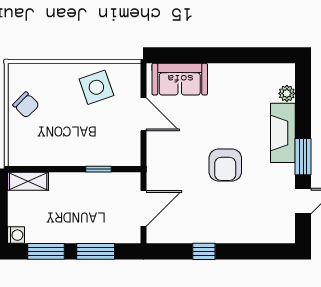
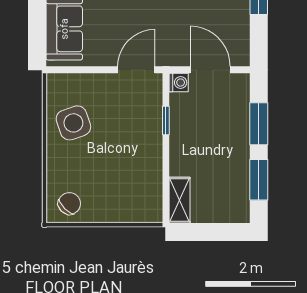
chair: (26, 105) -> (69, 204), moved
door: (143, 114) -> (136, 70), moved
washing machine: (16, 235) -> (179, 83), moved, turned 90

